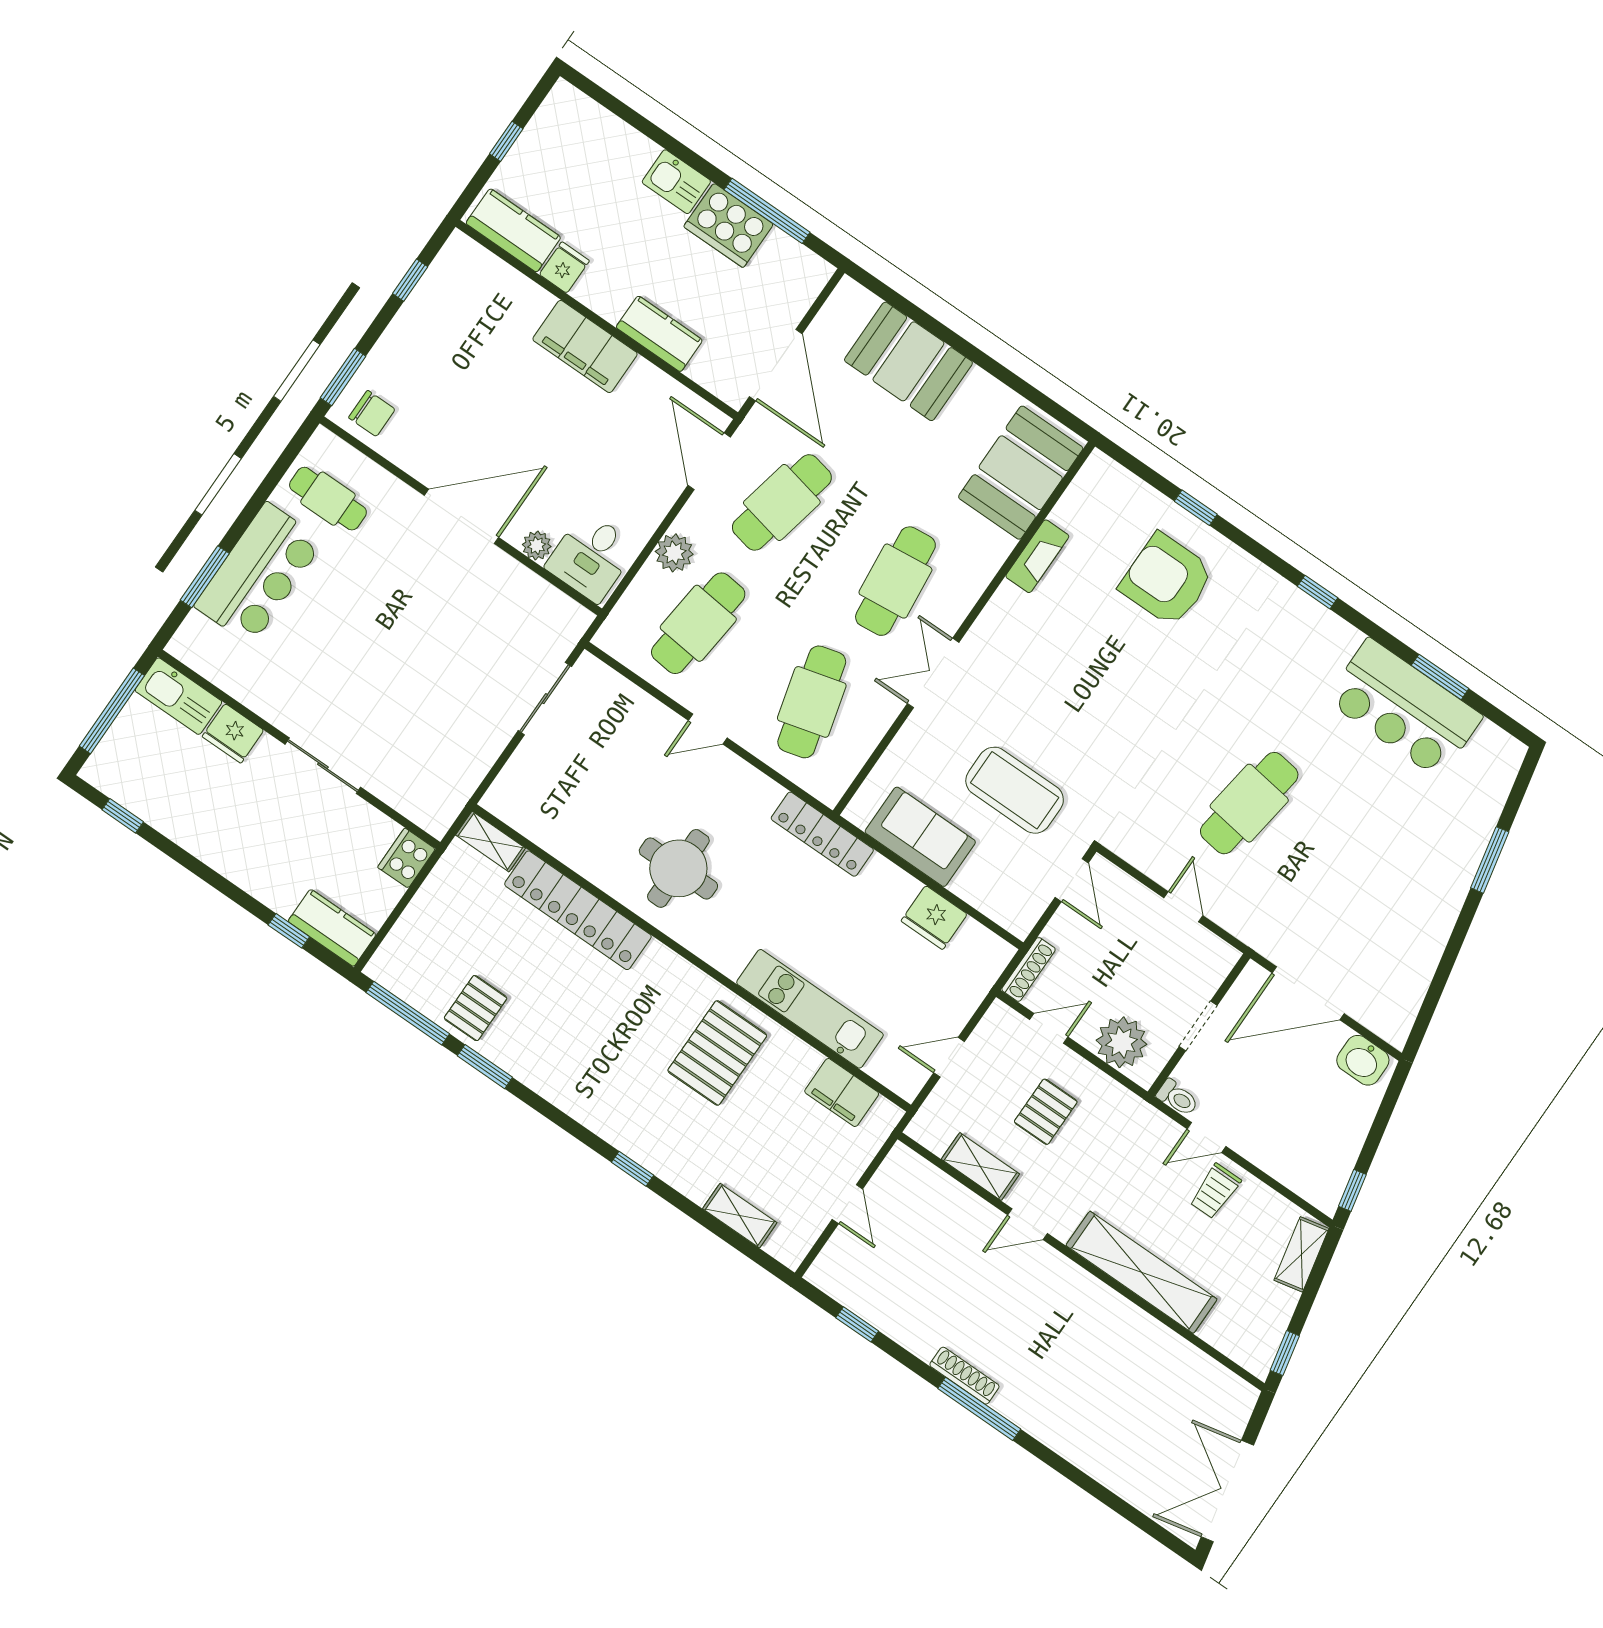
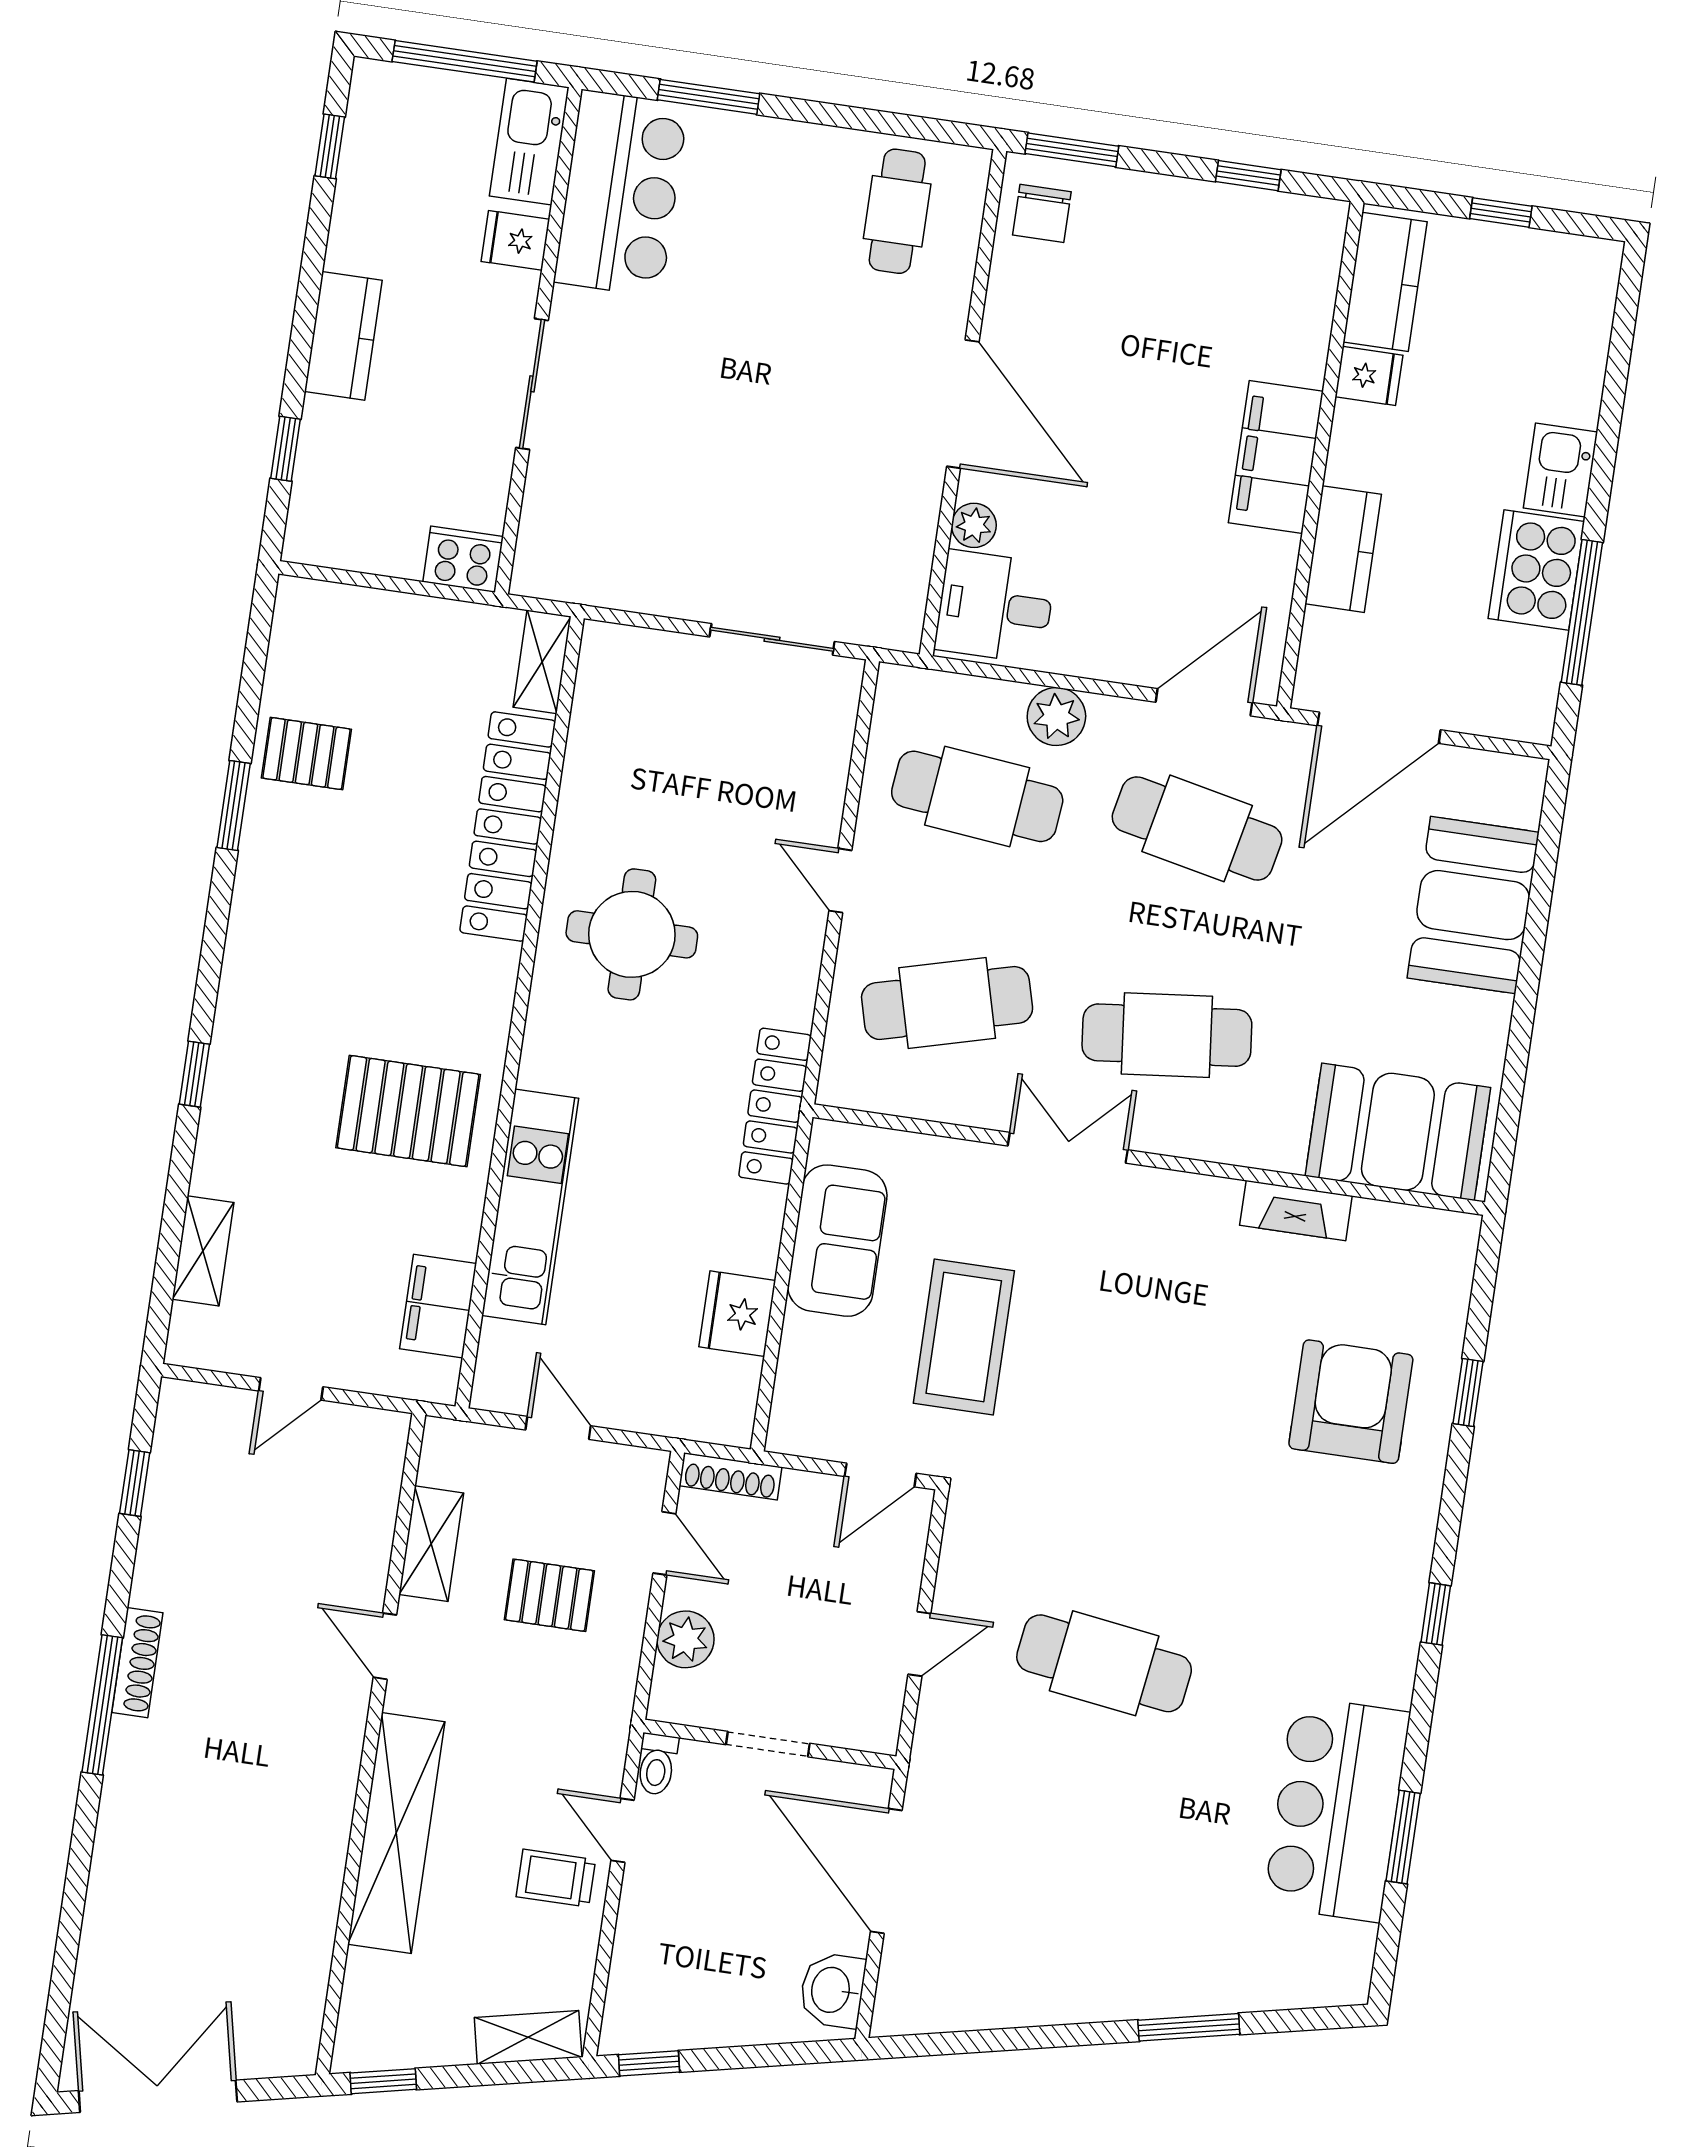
bar counter: (259, 574) -> (621, 193), moved, turned -90
fridge: (233, 733) -> (515, 240), width x0.72
kitchen counter: (332, 928) -> (343, 336), moved
window: (408, 1013) -> (254, 665), removed
plant: (1121, 1042) -> (685, 1639), width x0.73, depth x0.73

